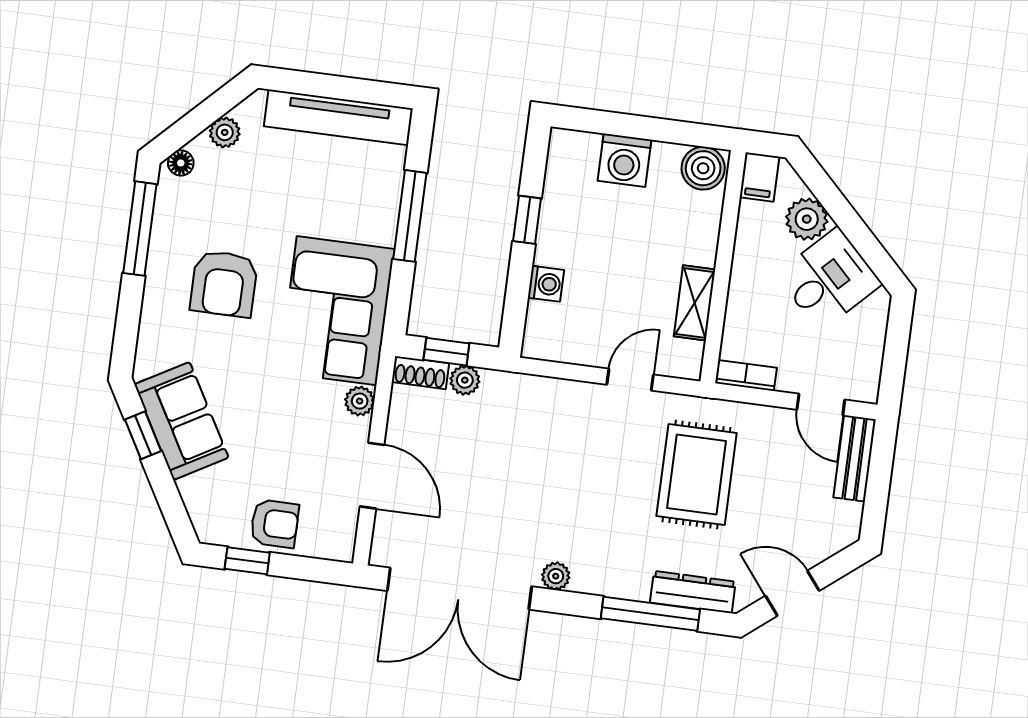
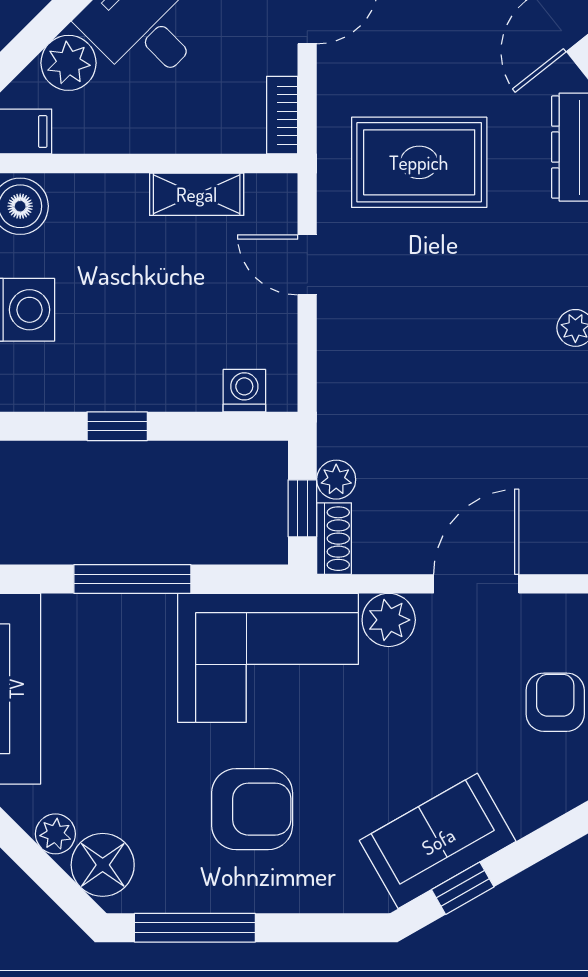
floor lamp: (181, 163) -> (103, 865), width x1.89, depth x1.89
washing machine: (546, 284) -> (244, 391), moved
plant: (360, 401) -> (389, 620), width x1.38, depth x1.38

